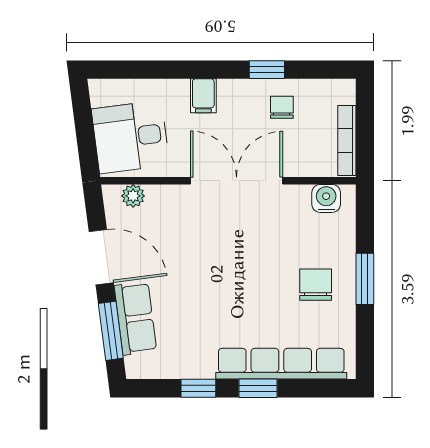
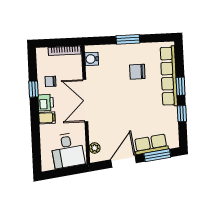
printer: (236, 95) -> (46, 103), added
chair: (316, 285) -> (137, 72), moved

